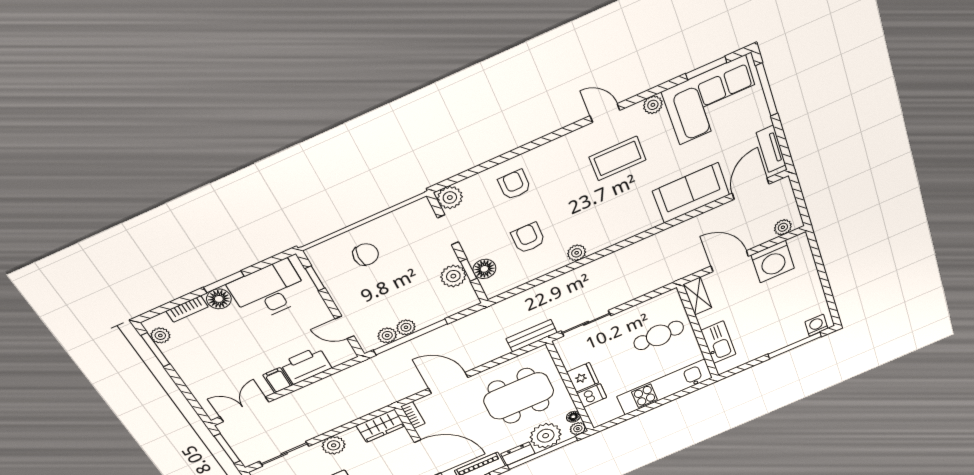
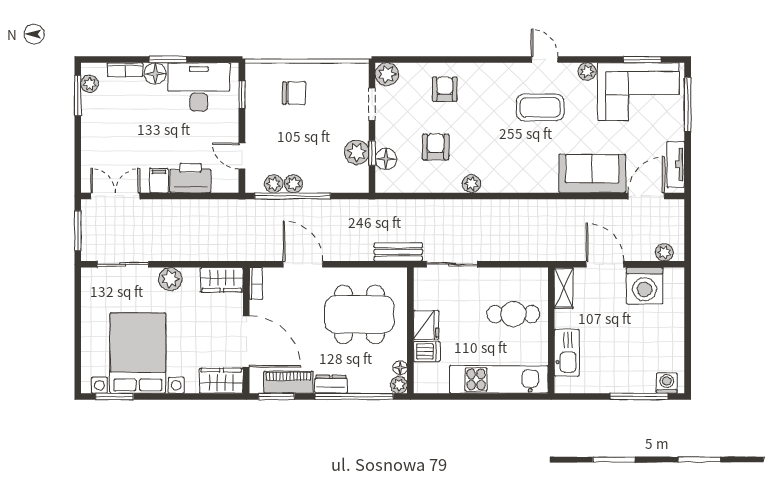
plant: (546, 436) -> (365, 377), removed

